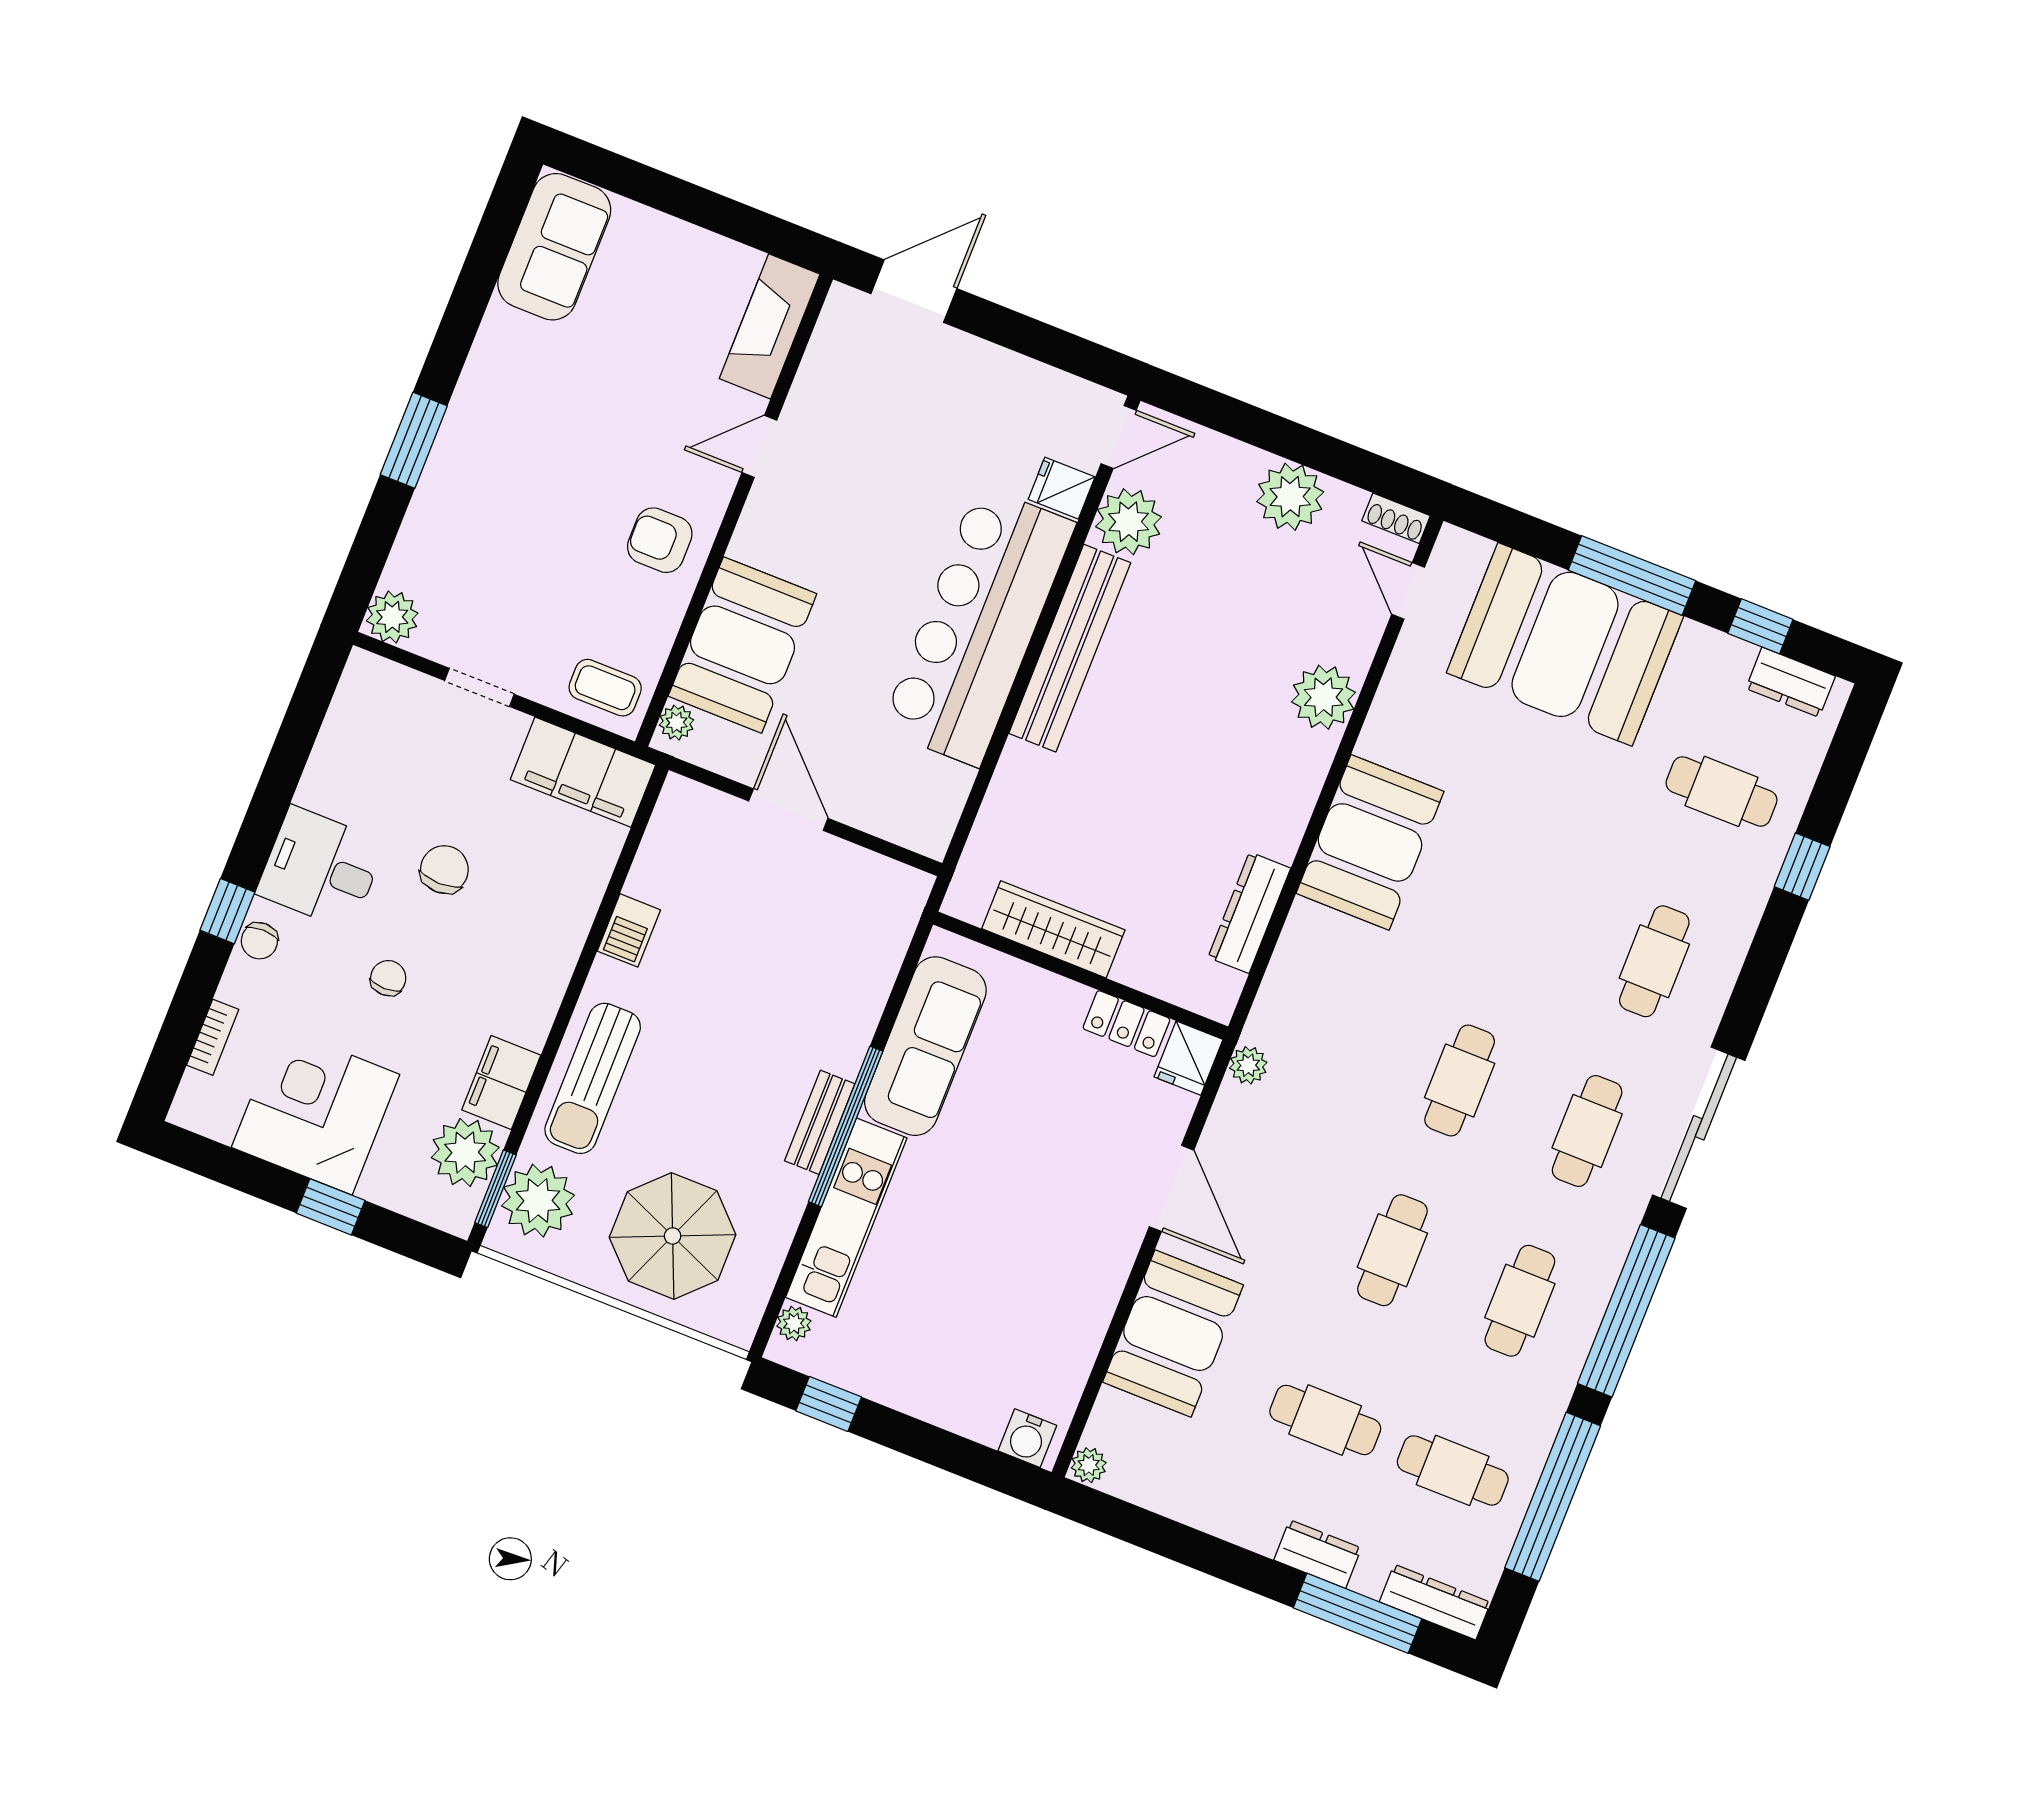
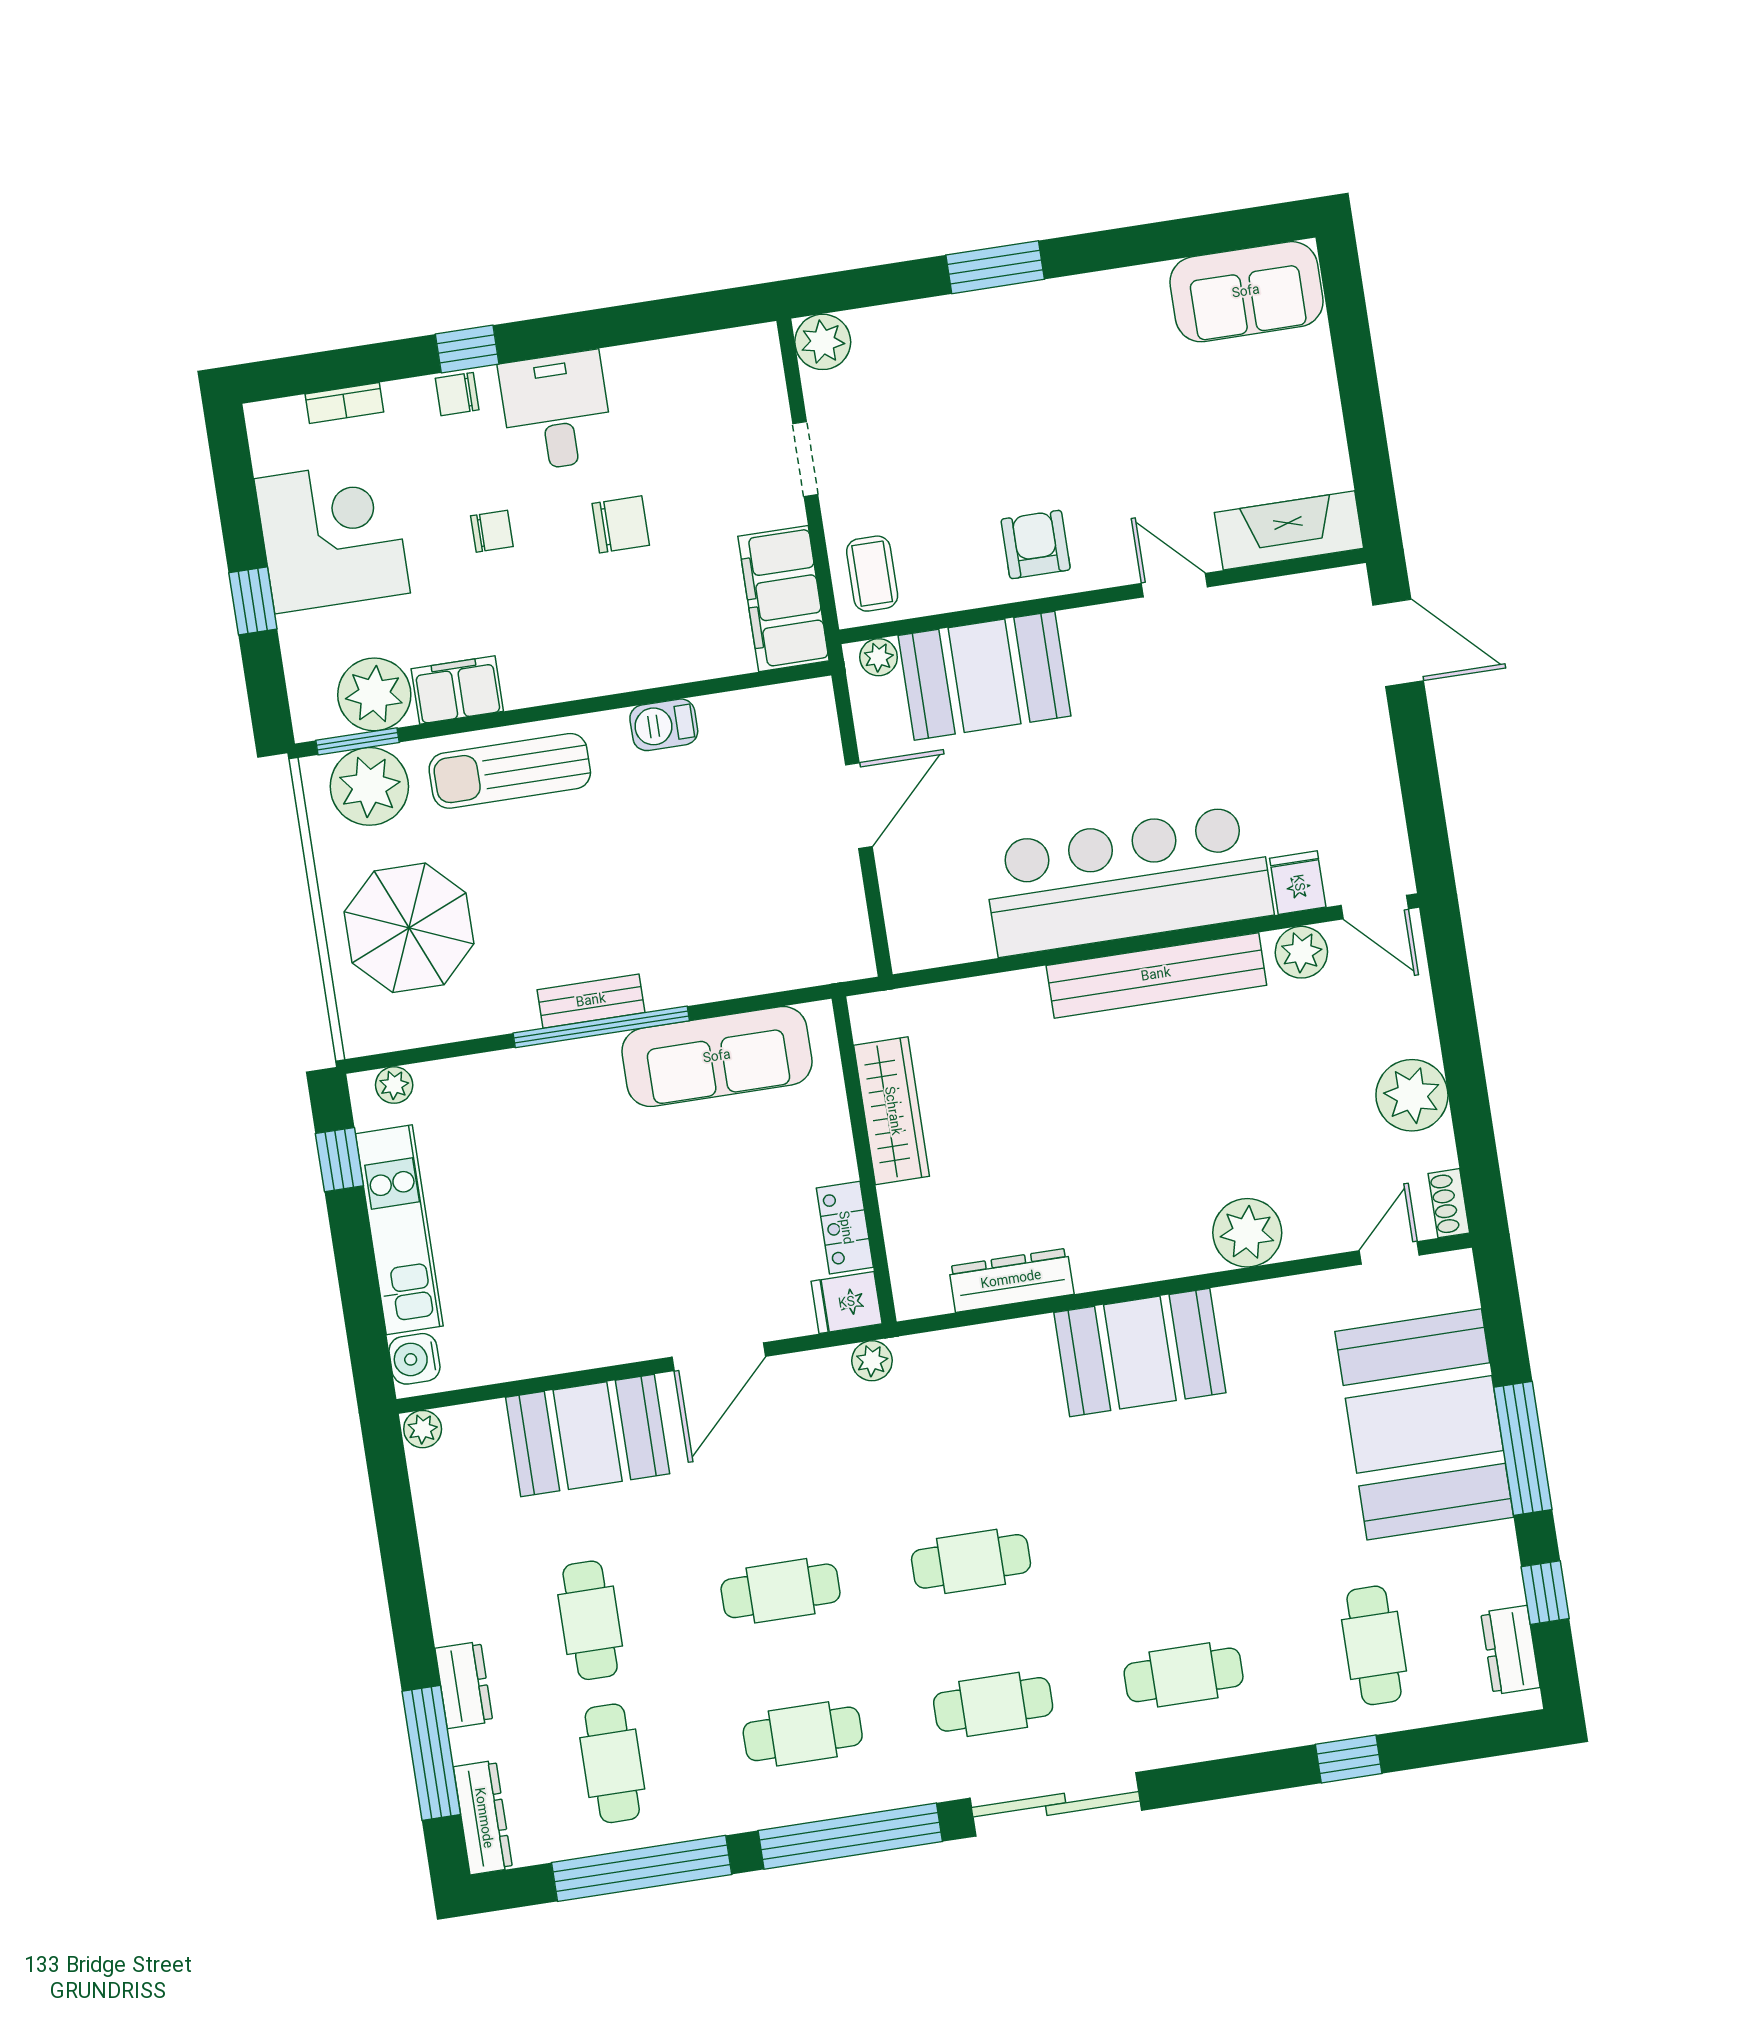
plant: (1129, 522) -> (1301, 952), width x0.73, depth x0.73
kitchen unit: (846, 1218) -> (399, 1230), moved, turned -90

